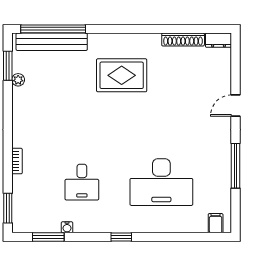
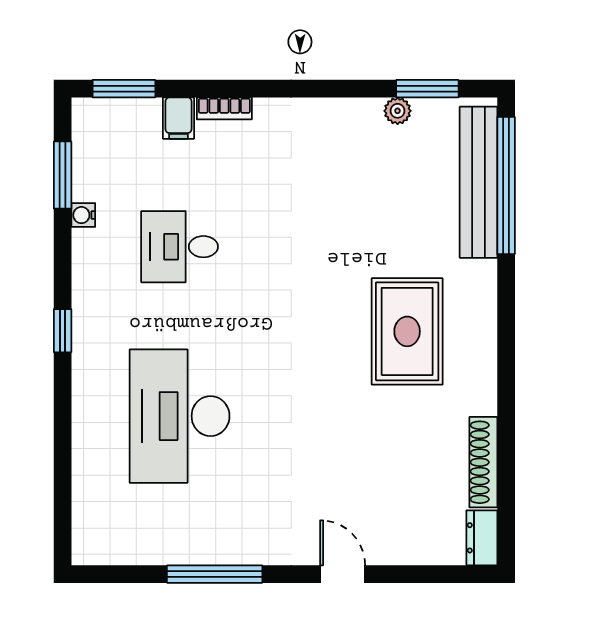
filing cabinet: (216, 223) -> (178, 118), moved, turned 90

